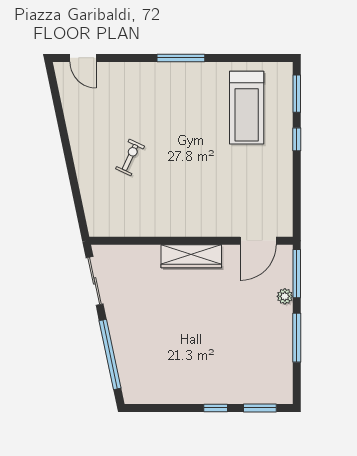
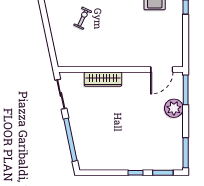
wardrobe: (191, 256) -> (103, 79), moved
plant: (285, 296) -> (174, 108), width x1.88, depth x1.88
window: (297, 338) -> (186, 153), moved

